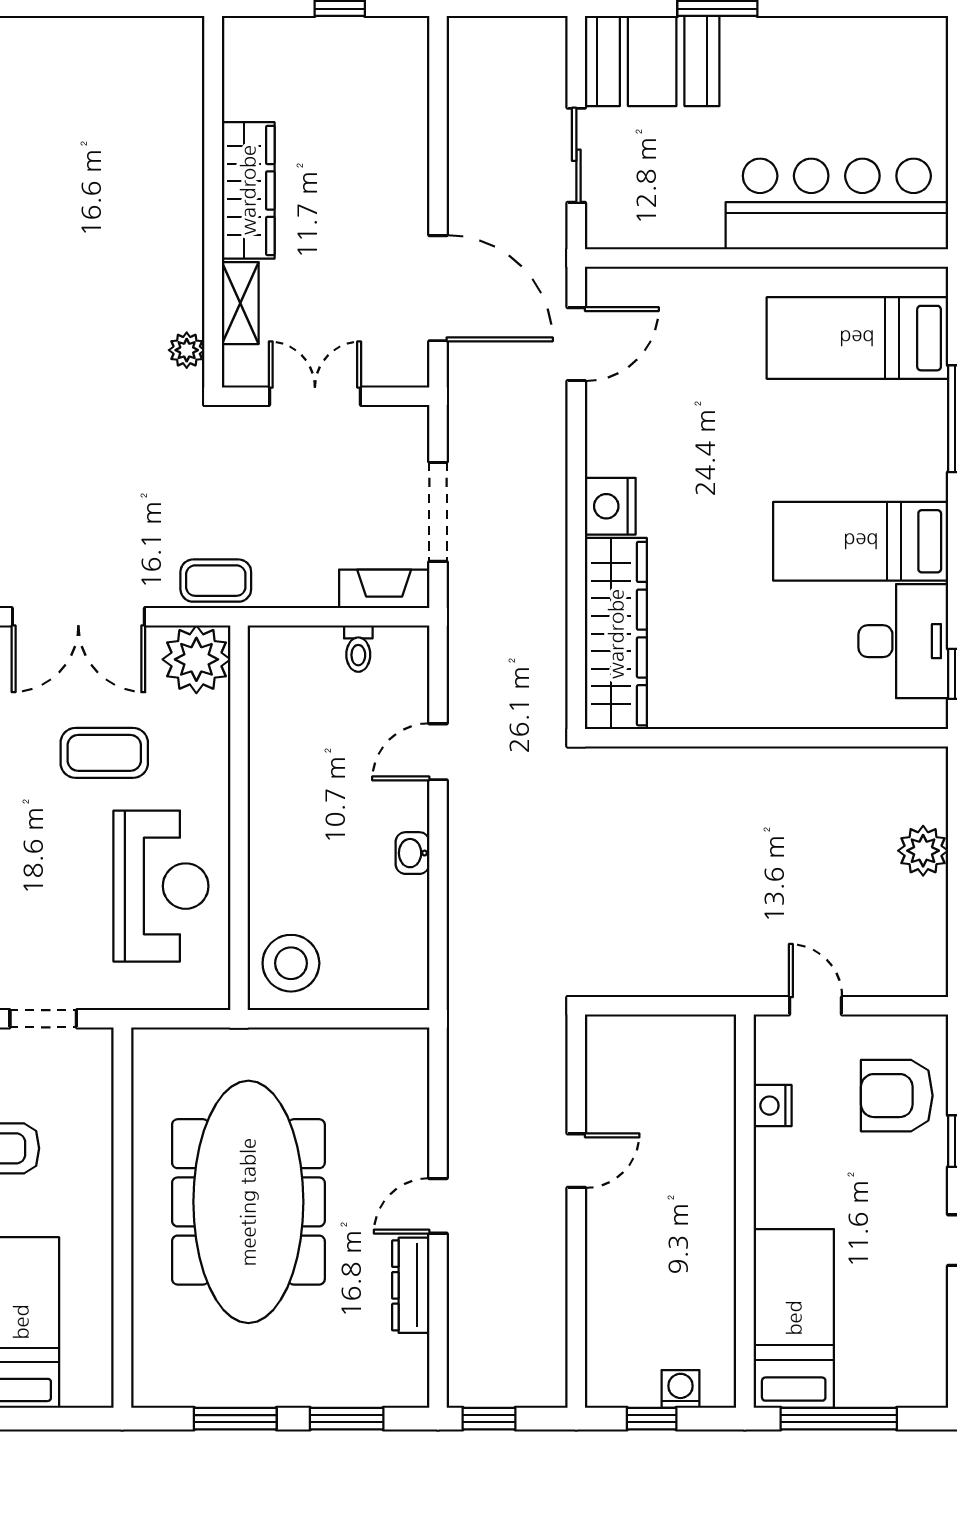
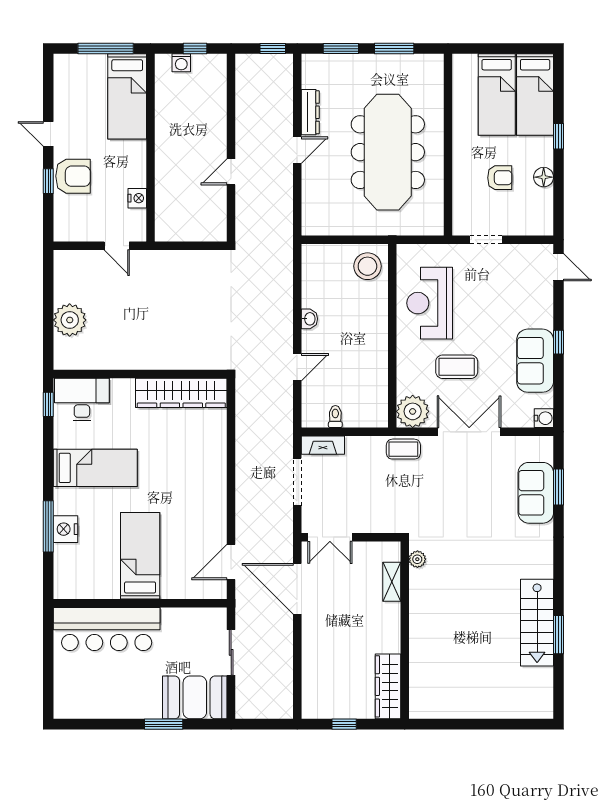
wardrobe: (248, 190) -> (388, 686), moved
bed: (857, 338) -> (140, 556), moved, turned -90
double door: (315, 396) -> (330, 537), moved
nightstand: (610, 506) -> (66, 529), moved, turned 180
wardrobe: (616, 634) -> (181, 393), moved, turned -90
desk: (903, 641) -> (82, 399), moved, turned 90
plant: (923, 851) -> (70, 320), width x1.36, depth x1.36
armchair: (897, 1096) -> (73, 176), moved

